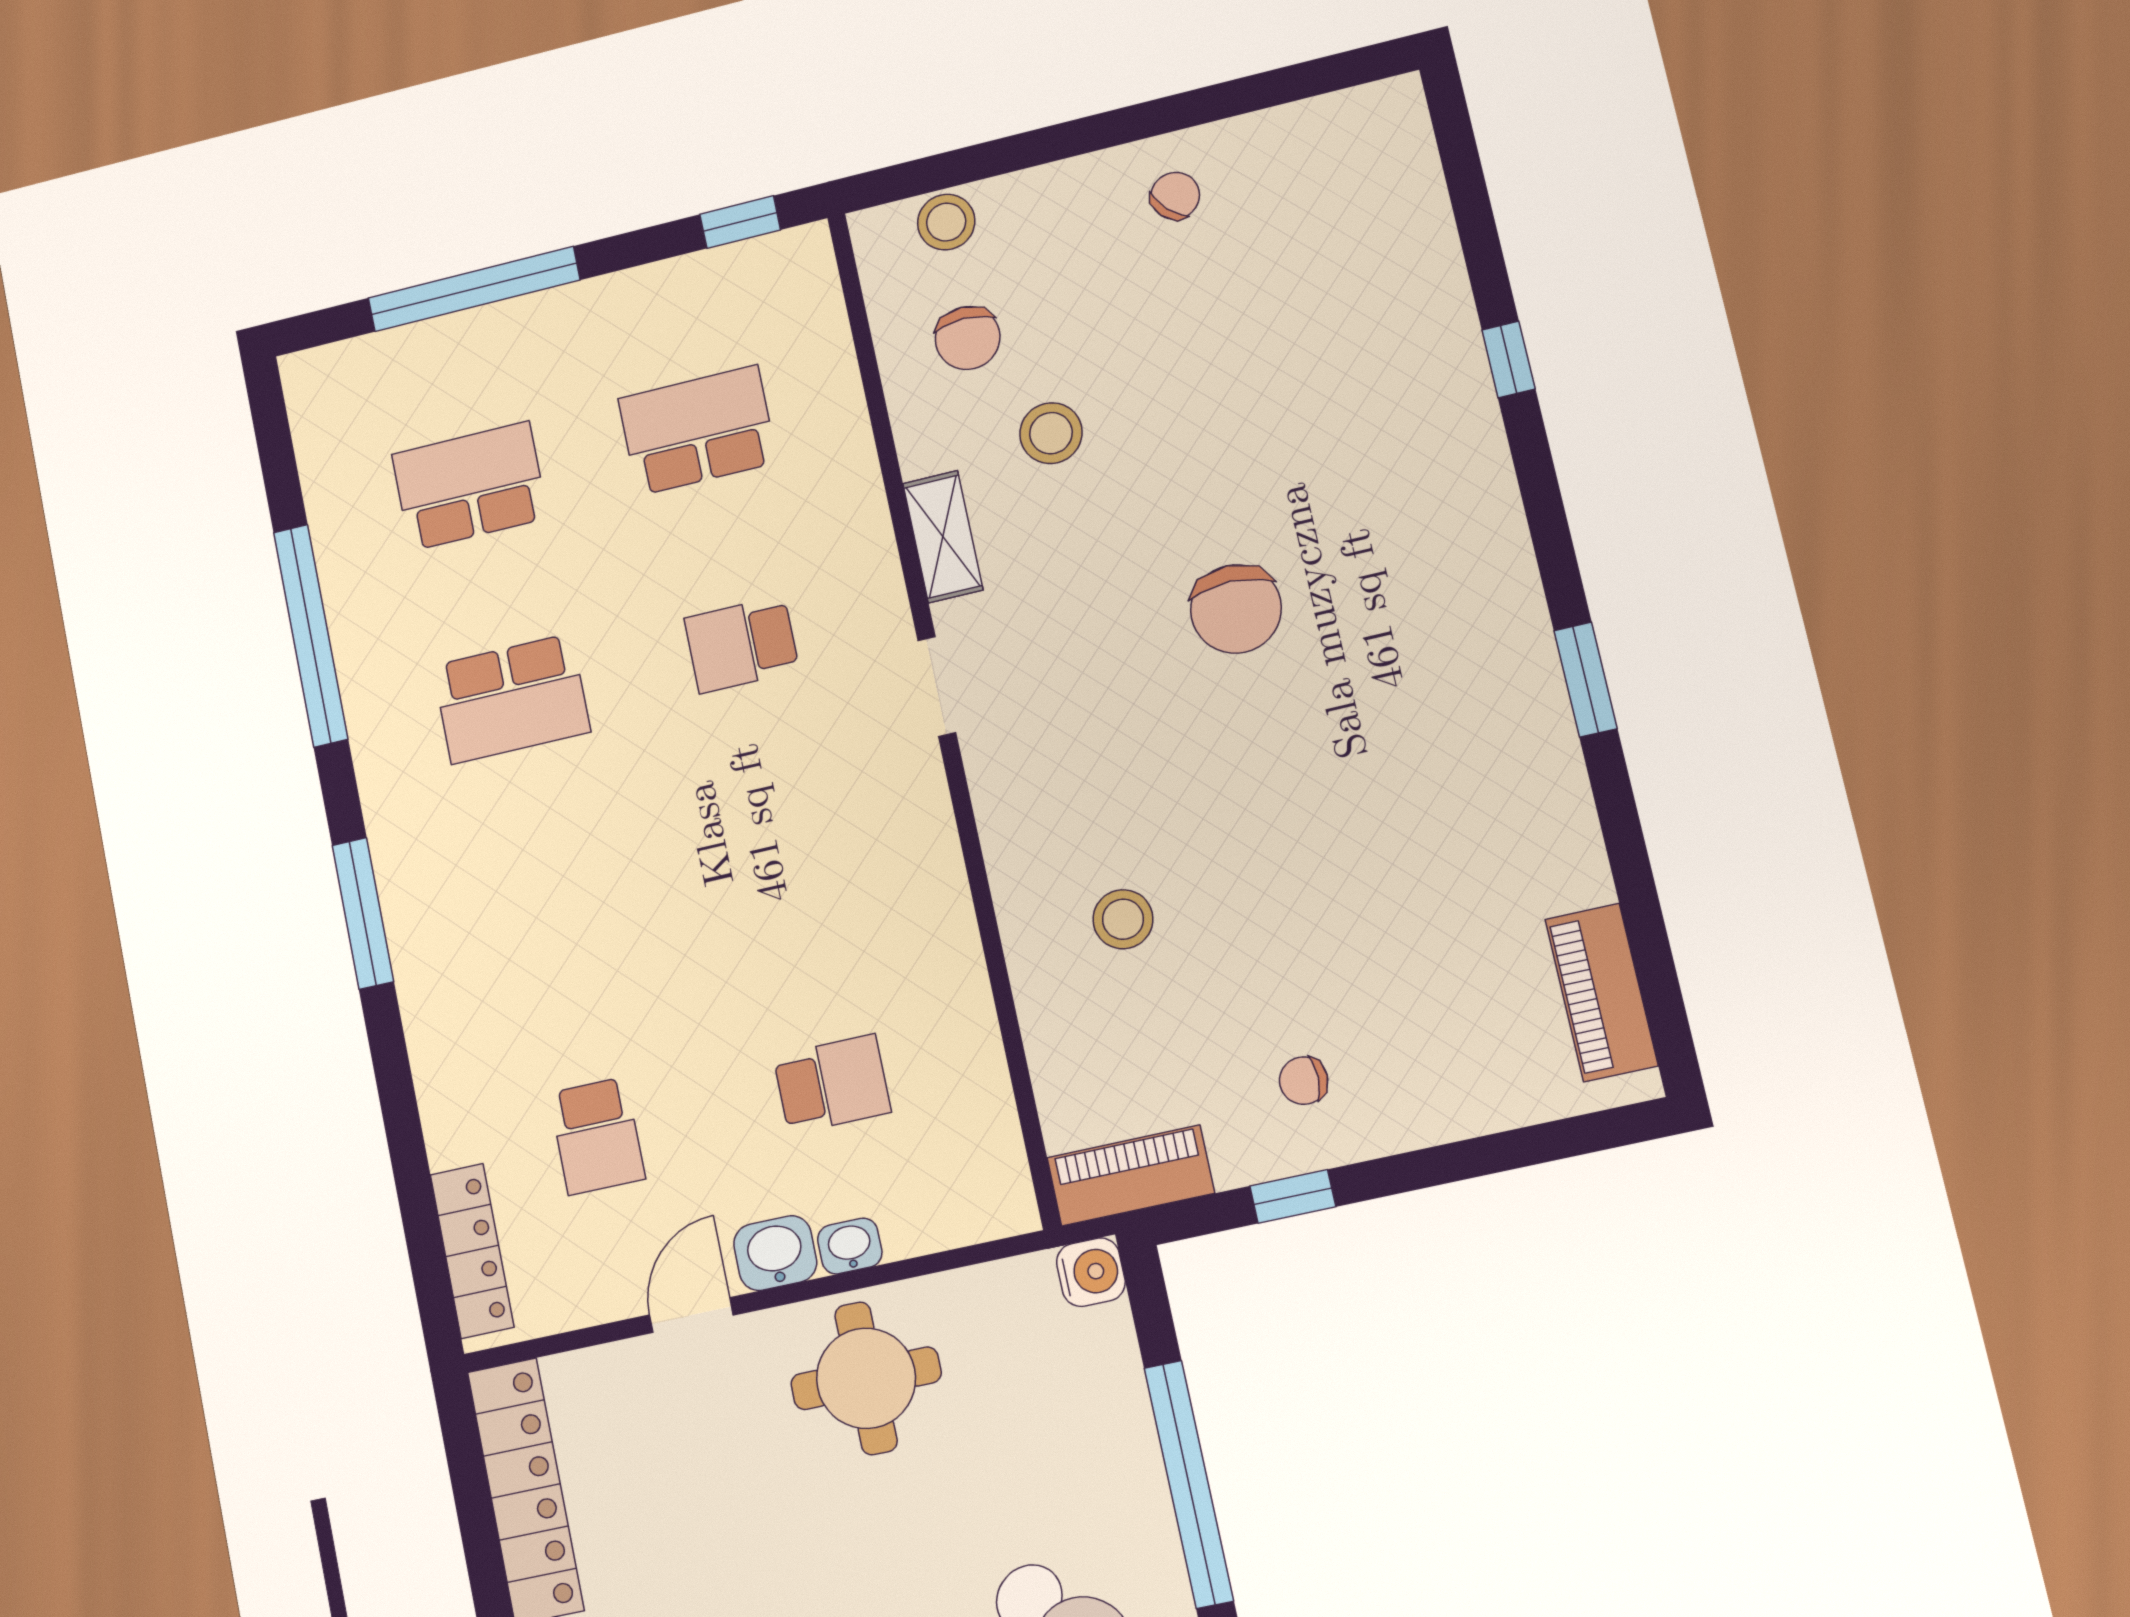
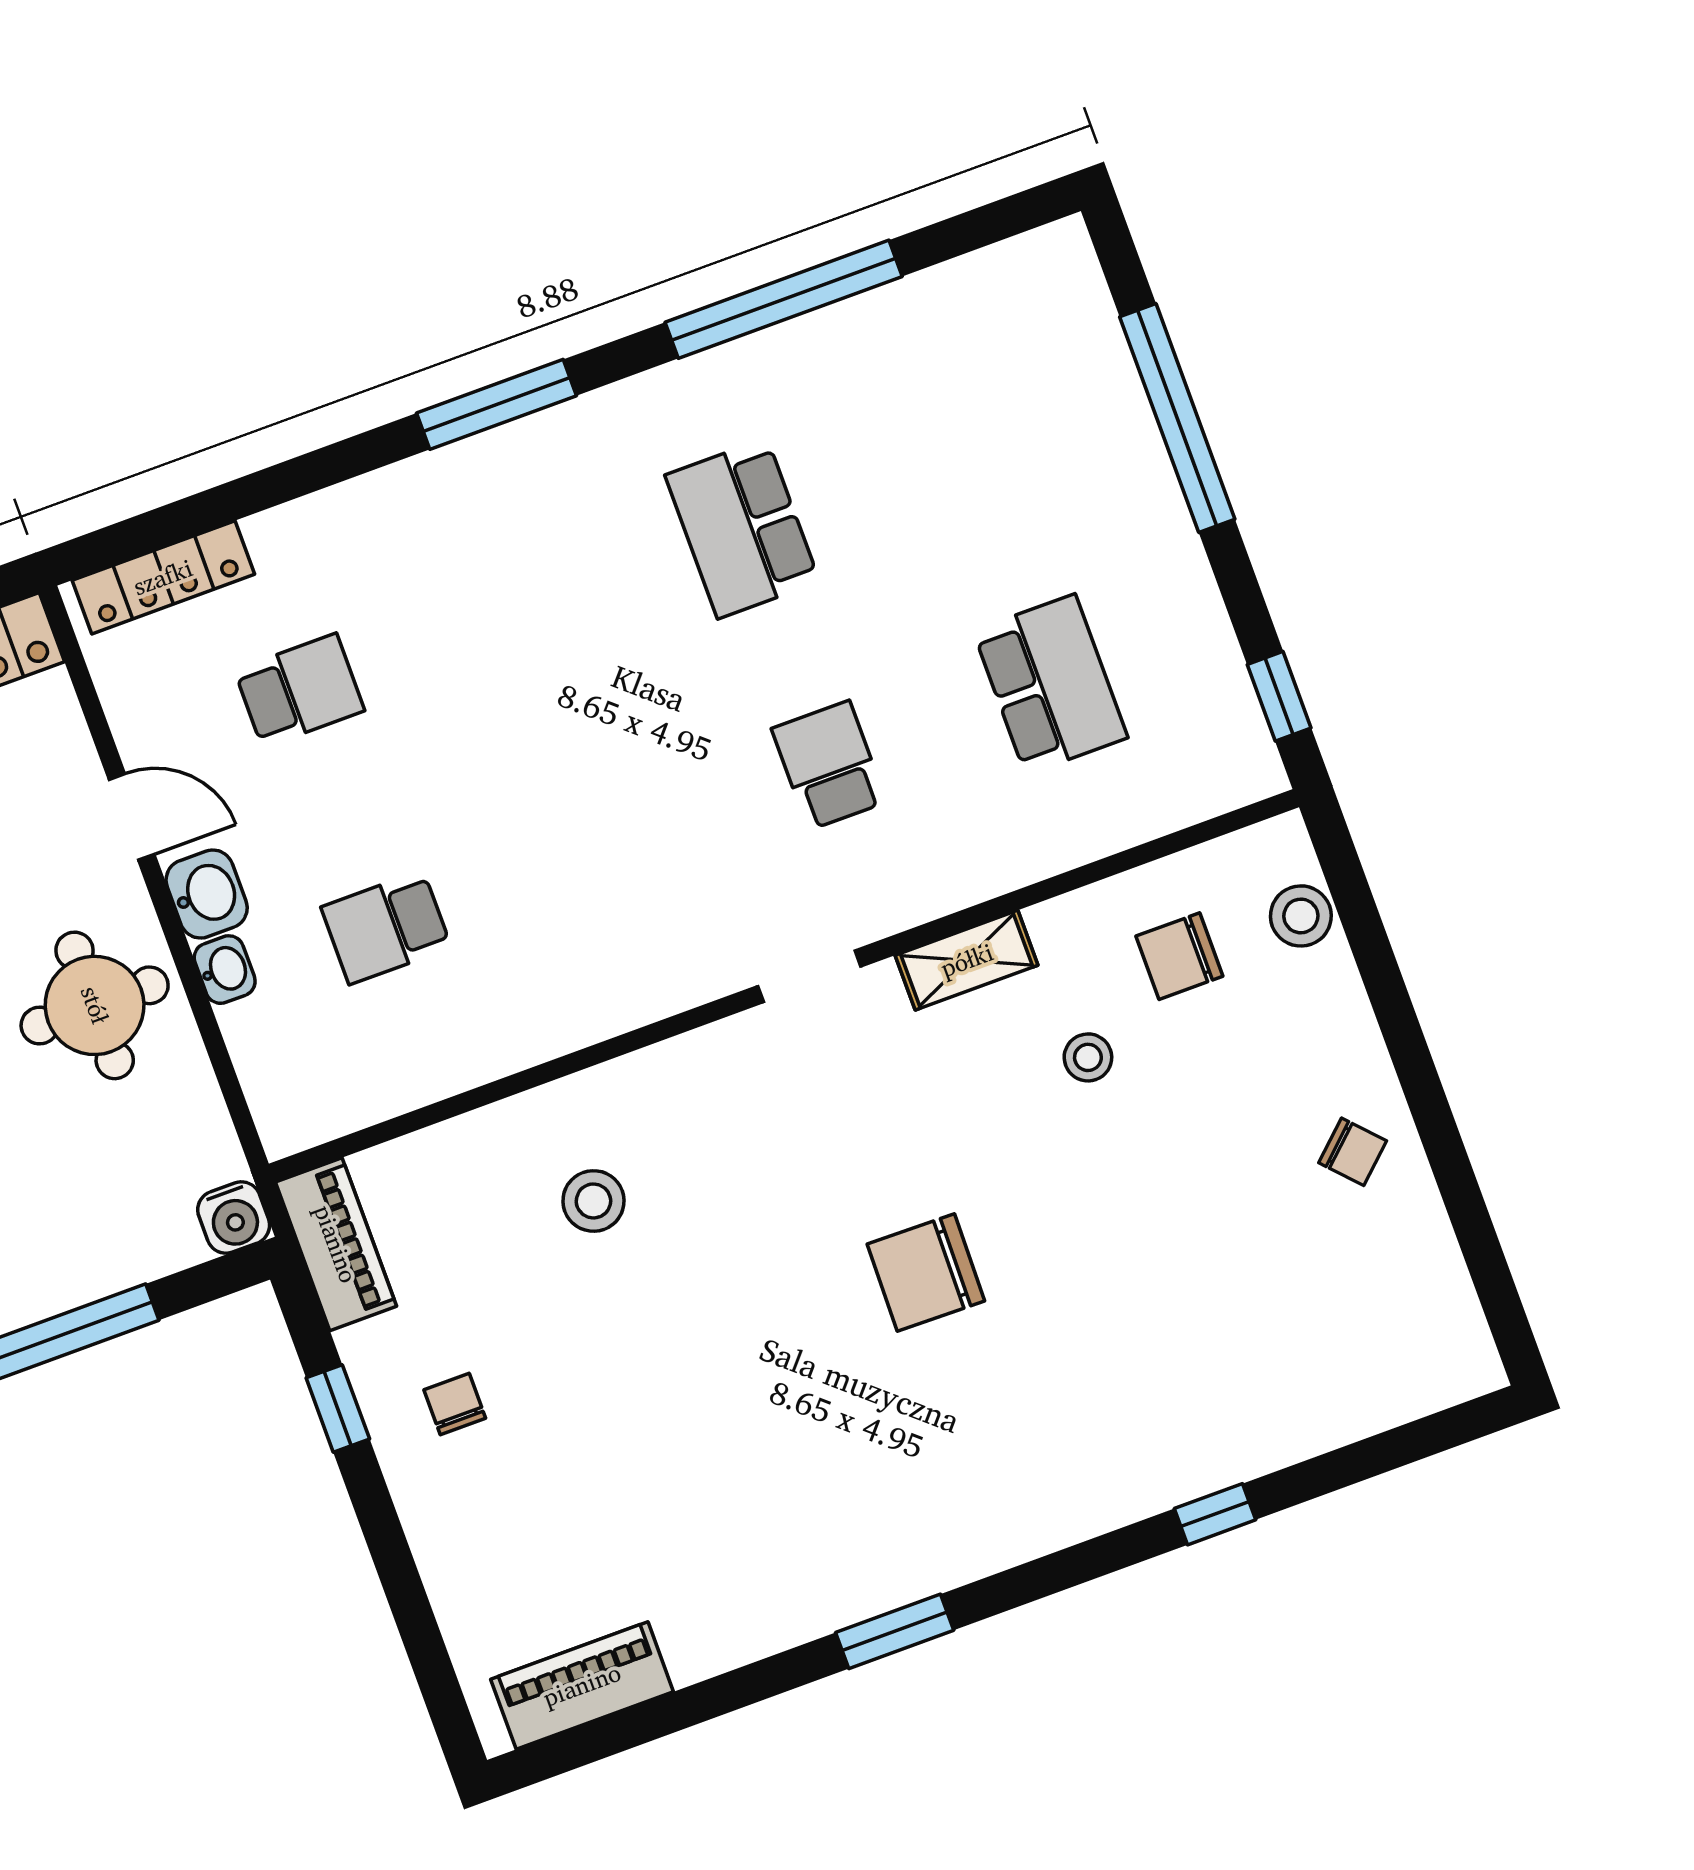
stool: (1051, 433) -> (1088, 1057), width x0.73, depth x0.73
school desk: (470, 486) -> (964, 447), removed
school desk: (832, 1084) -> (386, 927), turned 90
school desk: (597, 1136) -> (299, 691), turned 180

